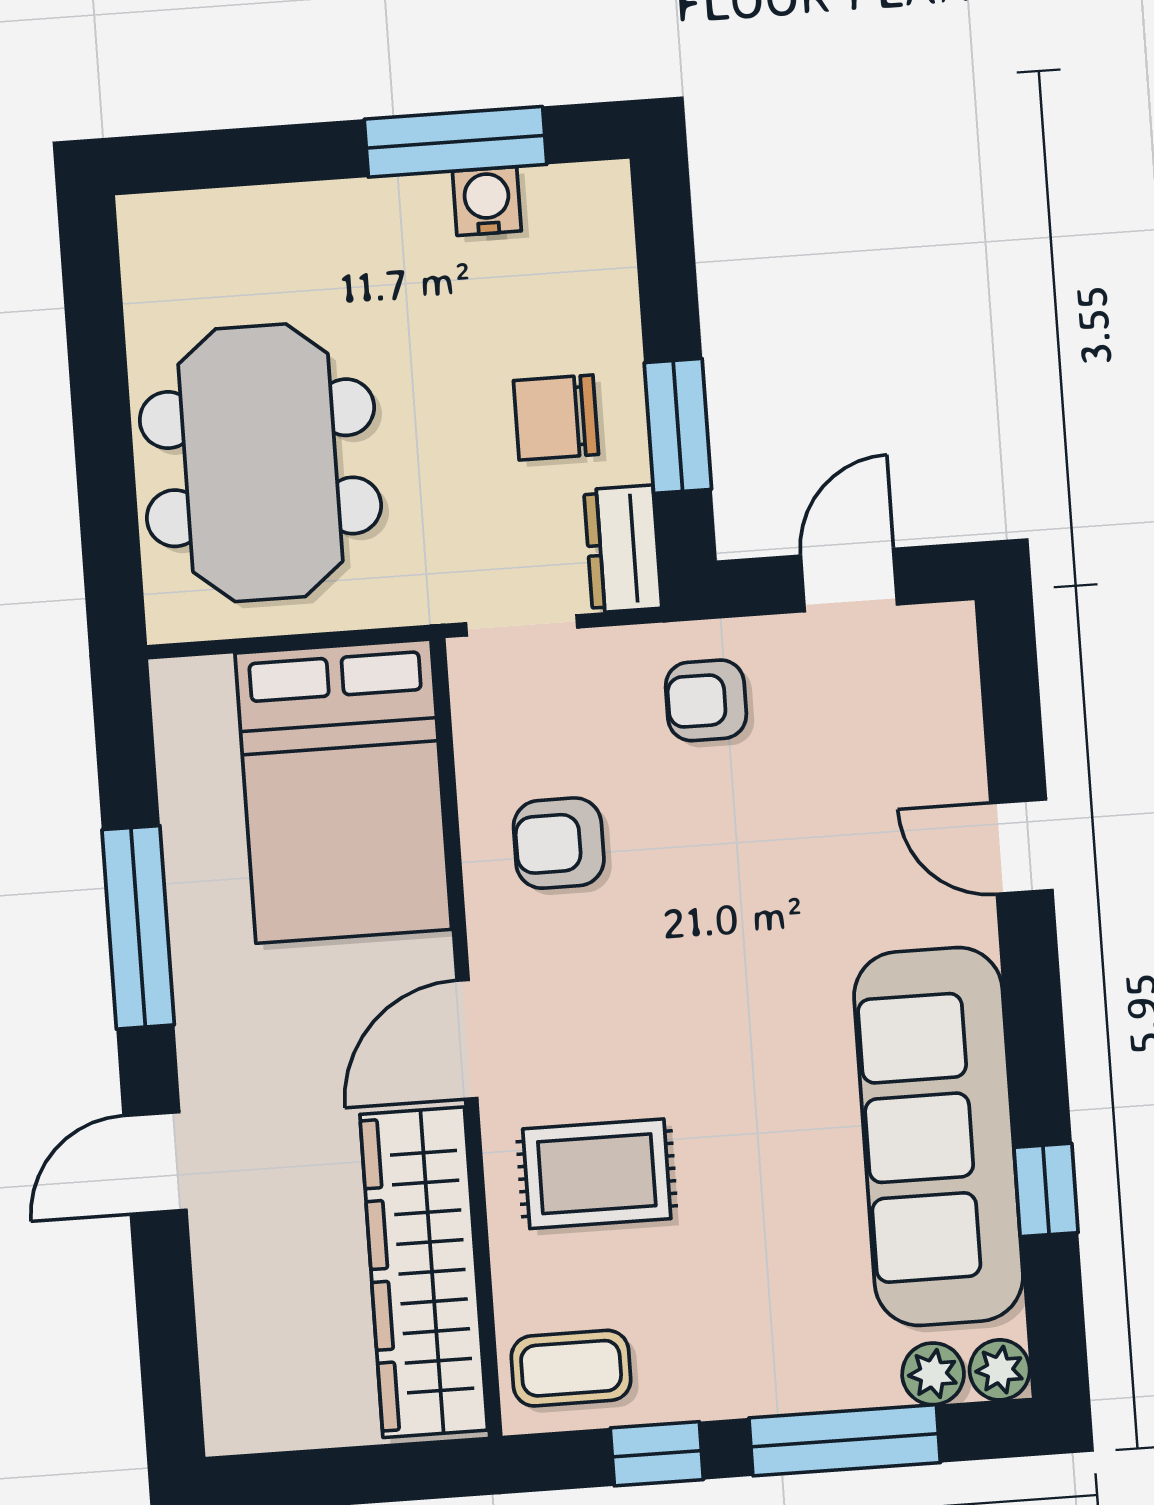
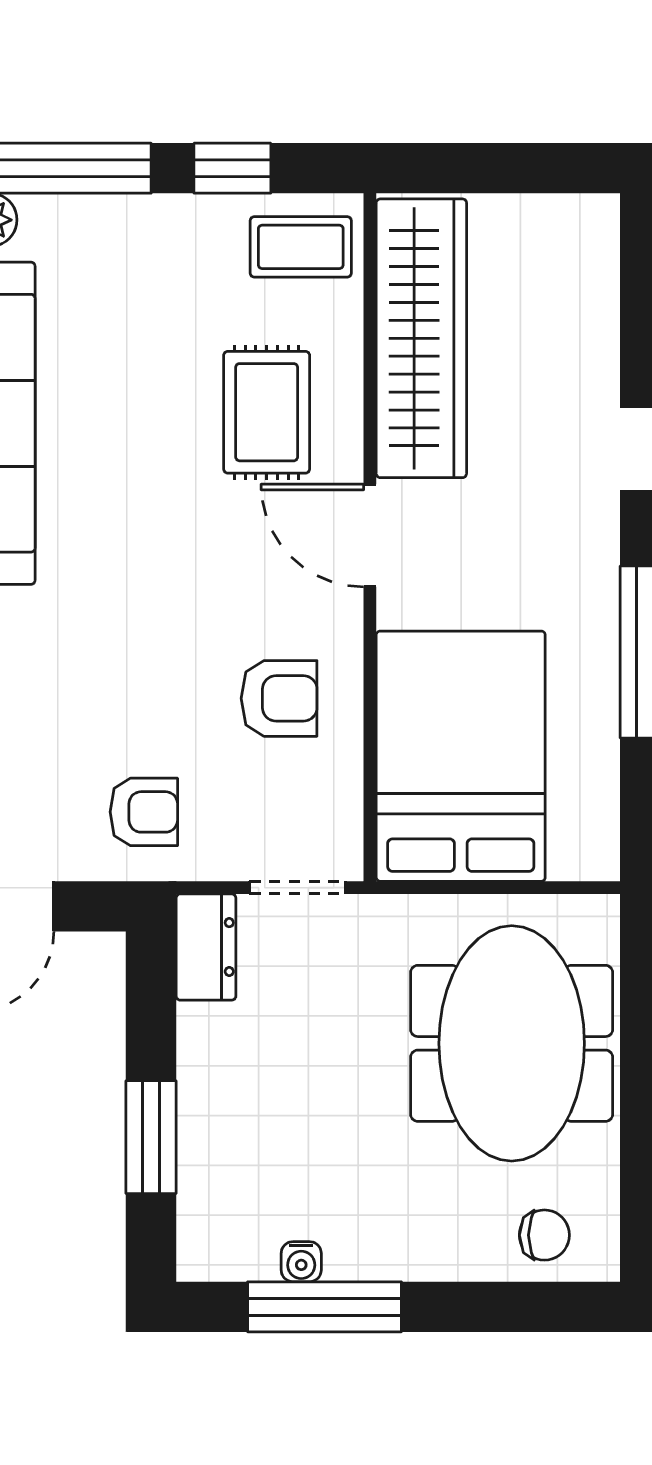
water cooler: (487, 201) -> (301, 1262), width x0.72, depth x0.72
chair: (556, 417) -> (544, 1235), moved, width x0.73, depth x0.73
window: (678, 426) -> (151, 1137), moved
door: (467, 1039) -> (370, 536), swing flipped
rug: (597, 1174) -> (267, 412), turned 90

